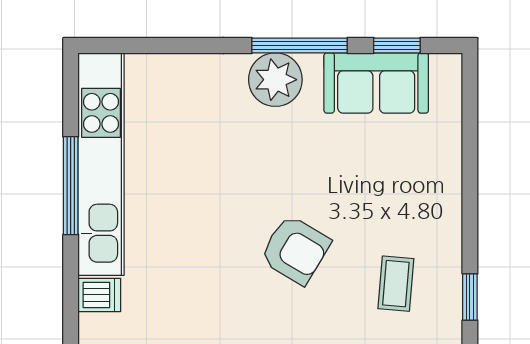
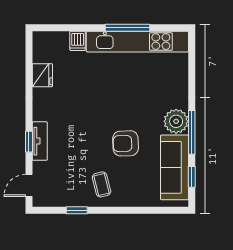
sofa: (376, 83) -> (175, 167), width x1.36
armchair: (295, 250) -> (126, 143), moved, turned 57
coffee table: (396, 284) -> (101, 184), moved, turned 71

